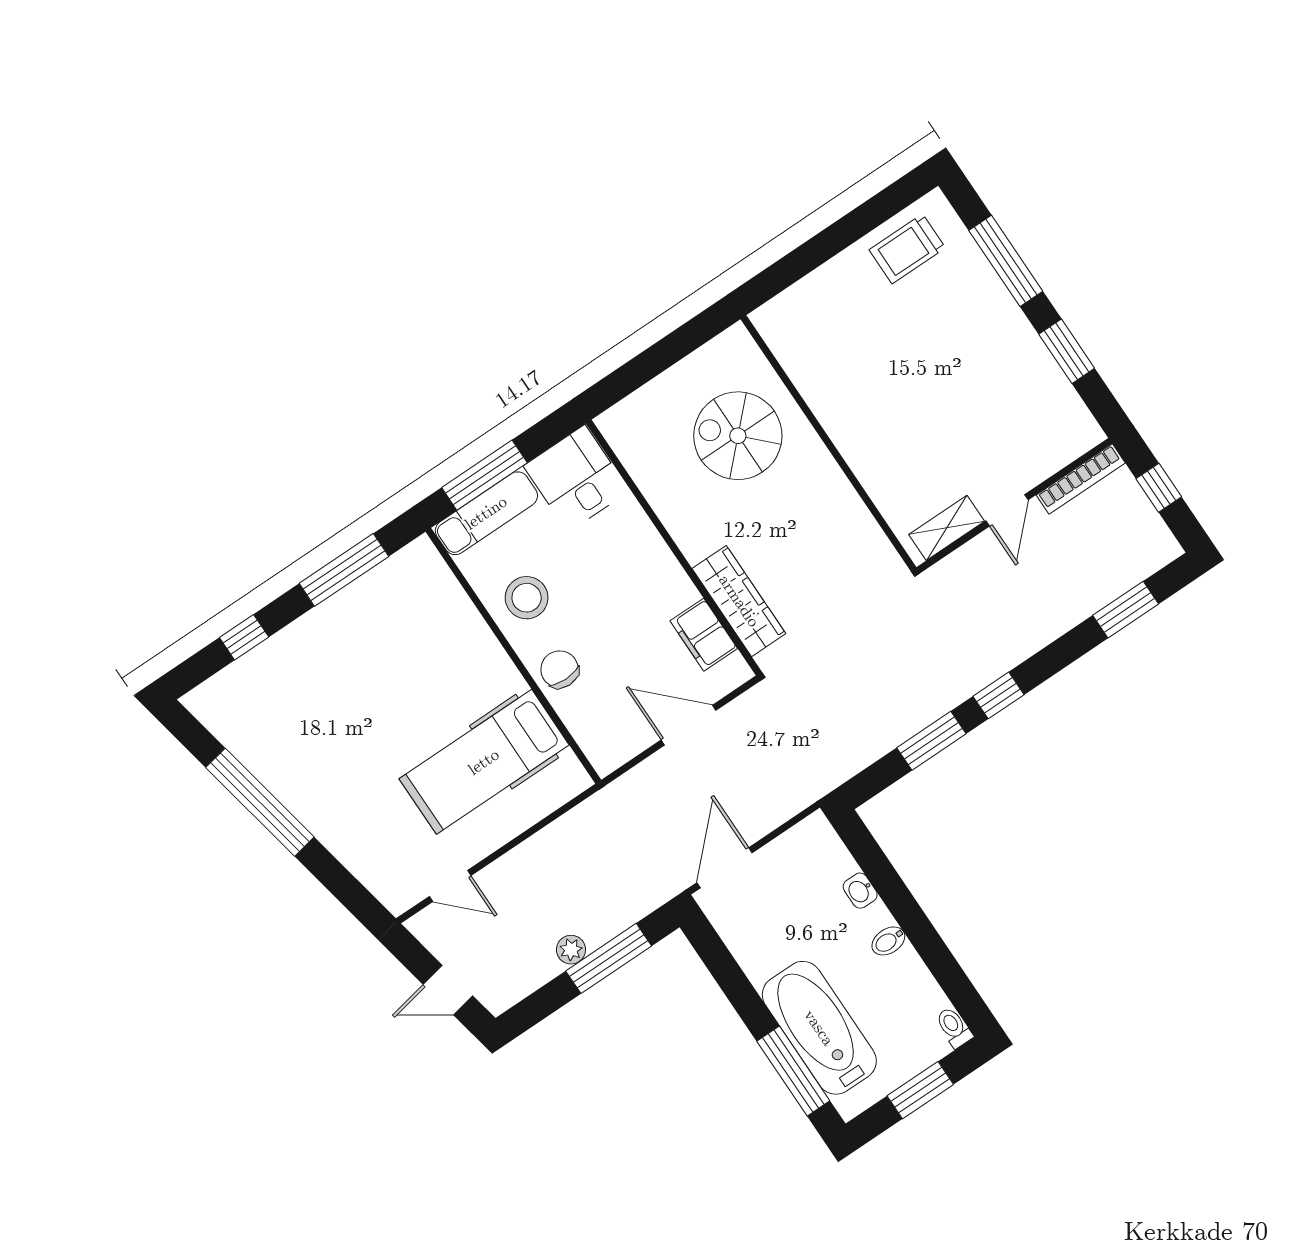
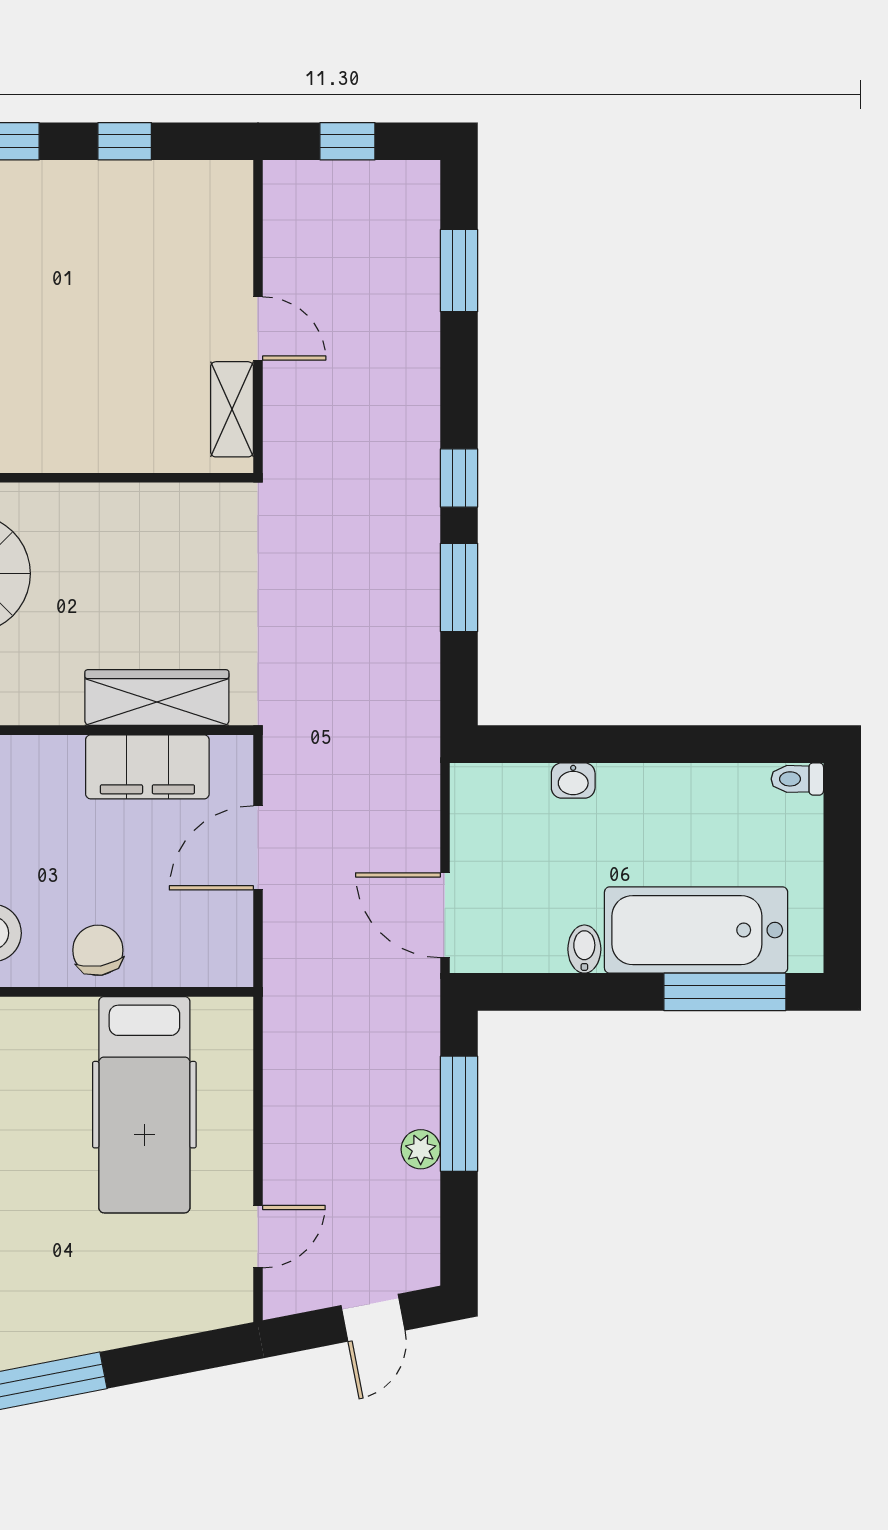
window: (1067, 351) -> (125, 141), width x0.67
bookcase: (1081, 479) -> (279, 222), removed
filing cabinet: (704, 635) -> (147, 767), width x1.50, depth x1.17
chair: (560, 669) -> (98, 950), turned 81
bidet: (888, 941) -> (584, 949), moved, turned 180
window: (920, 1090) -> (842, 864), removed

